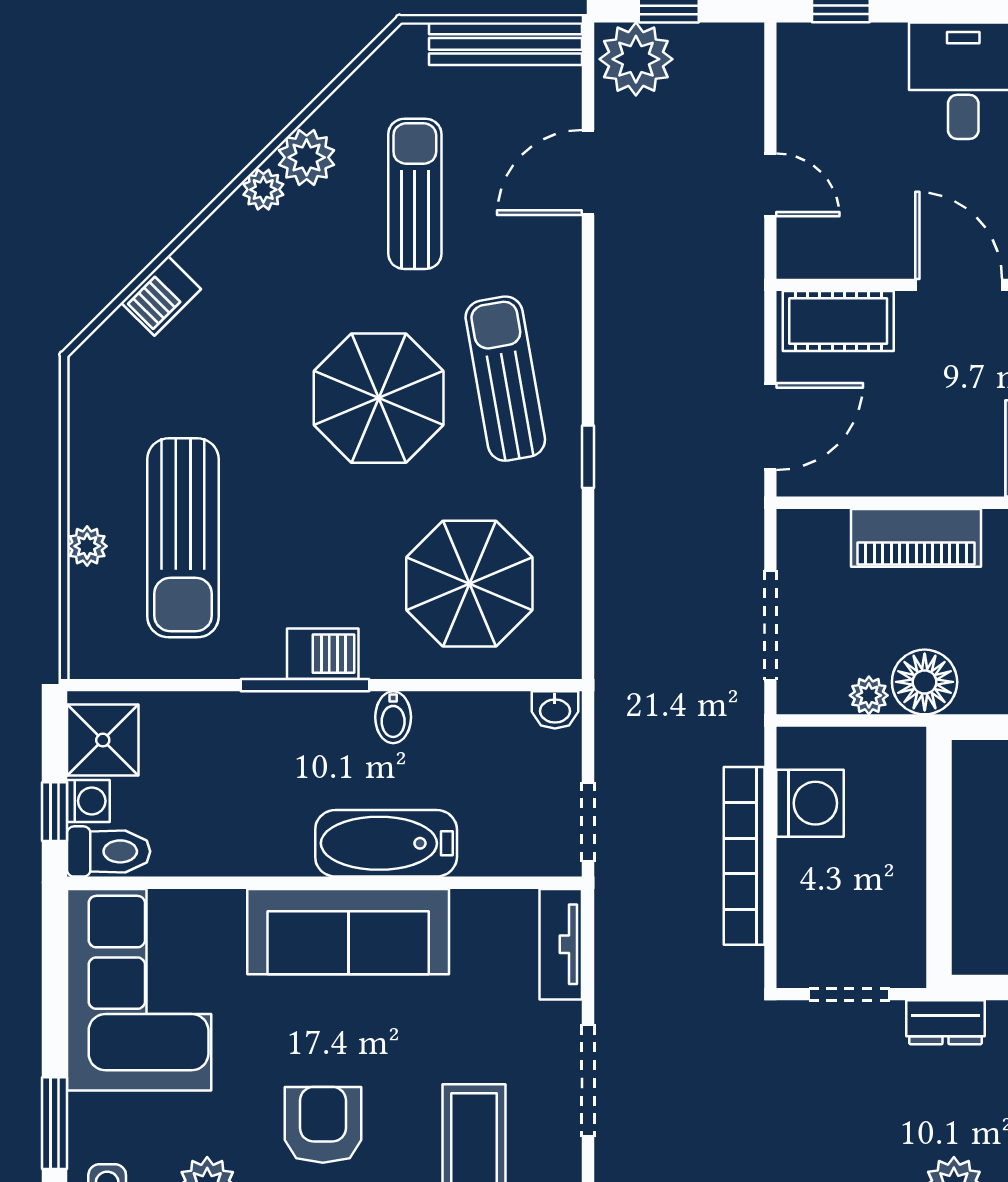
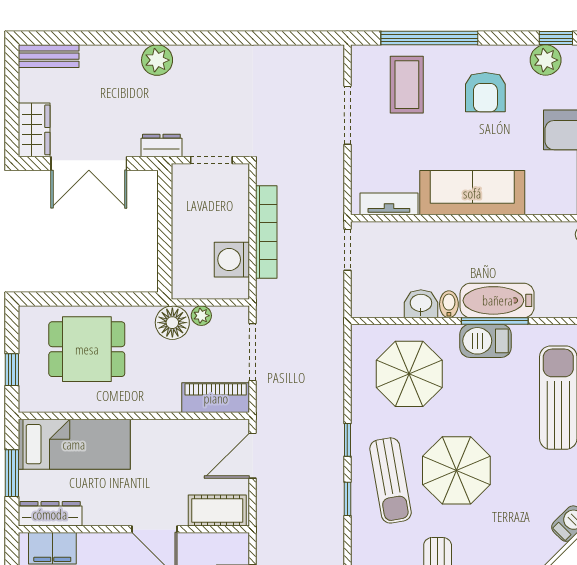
window: (588, 343) -> (347, 499), added
piano: (916, 538) -> (216, 398), moved
barbecue: (323, 654) -> (486, 341), width x1.38, depth x1.27
washbasin: (555, 710) -> (421, 304), moved, width x1.38, depth x1.45
bathtub: (386, 843) -> (497, 300), moved, turned 180
tv unit: (561, 944) -> (389, 204), moved, turned -90

